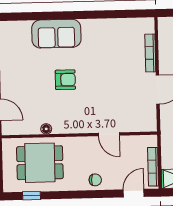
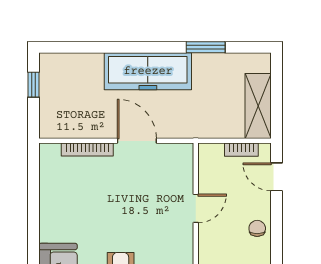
bookcase: (153, 167) -> (241, 150), width x0.64

